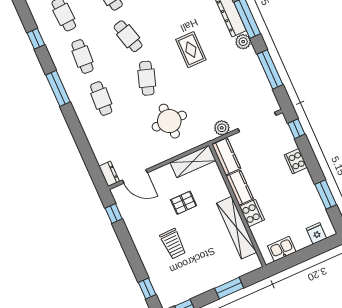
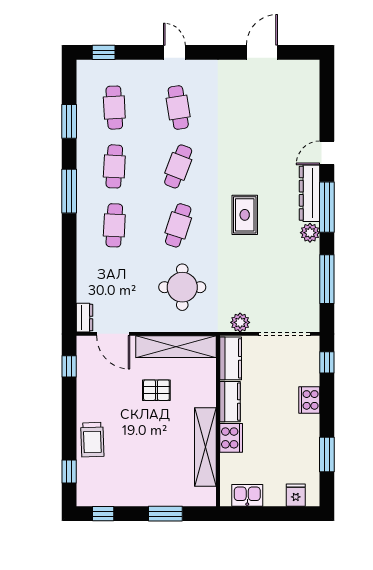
cafe table: (128, 36) -> (178, 166), turned 36
window: (36, 39) -> (69, 121), width x1.50
shelving: (193, 161) -> (176, 347), width x1.47
trolley: (173, 244) -> (92, 440), moved

